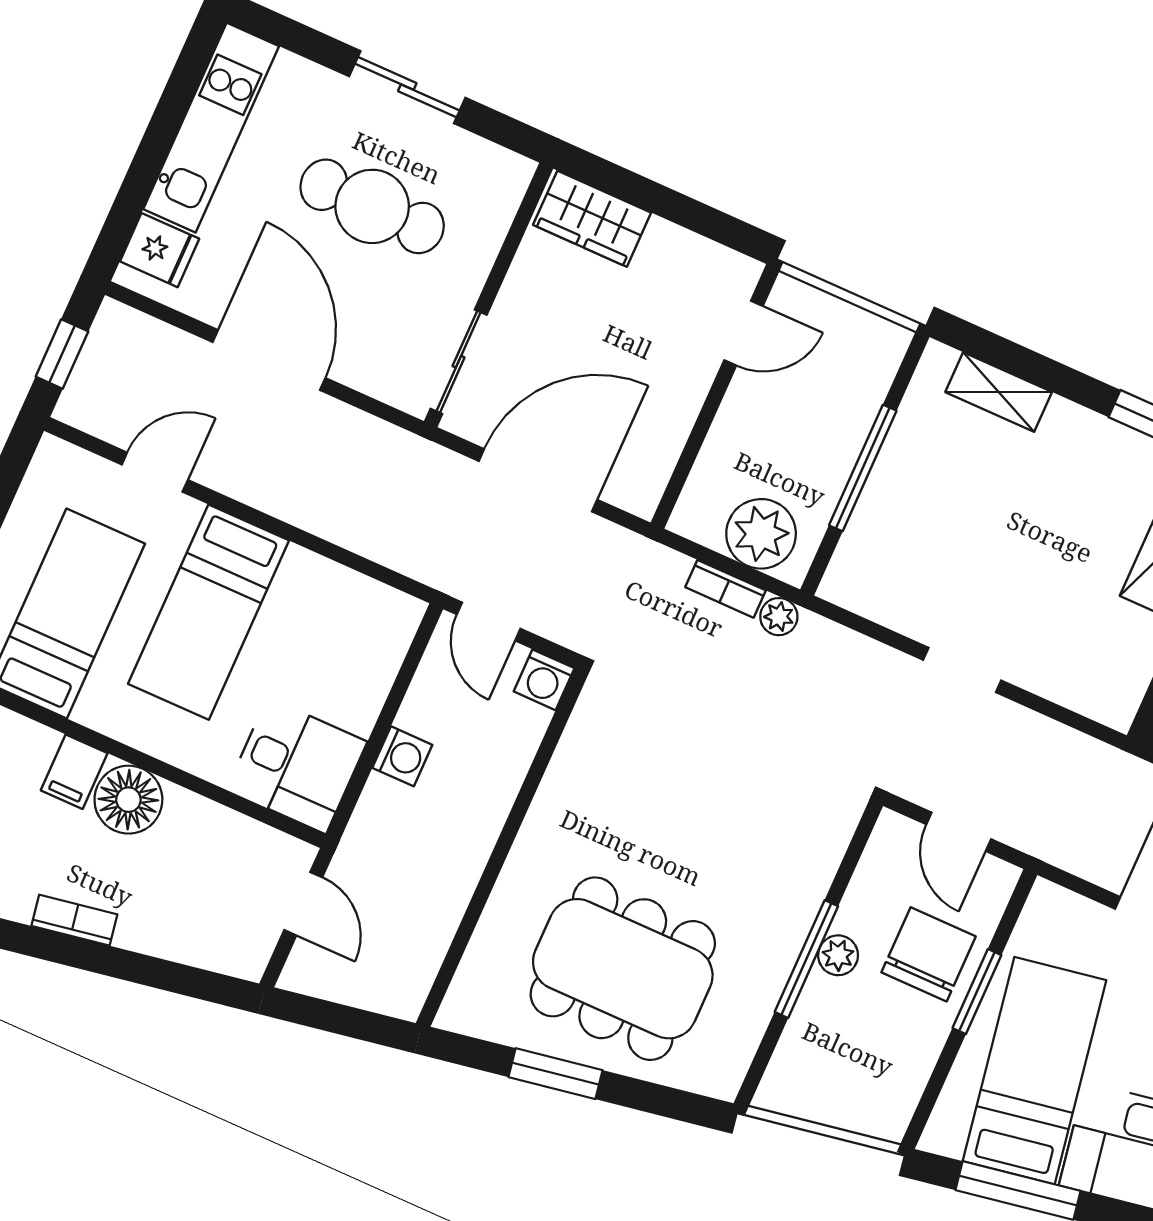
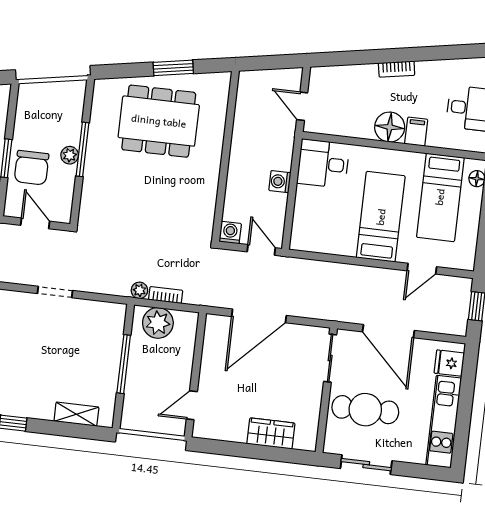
wall: (488, 295) -> (326, 390), moved
sliding door: (459, 362) -> (330, 358), moved

